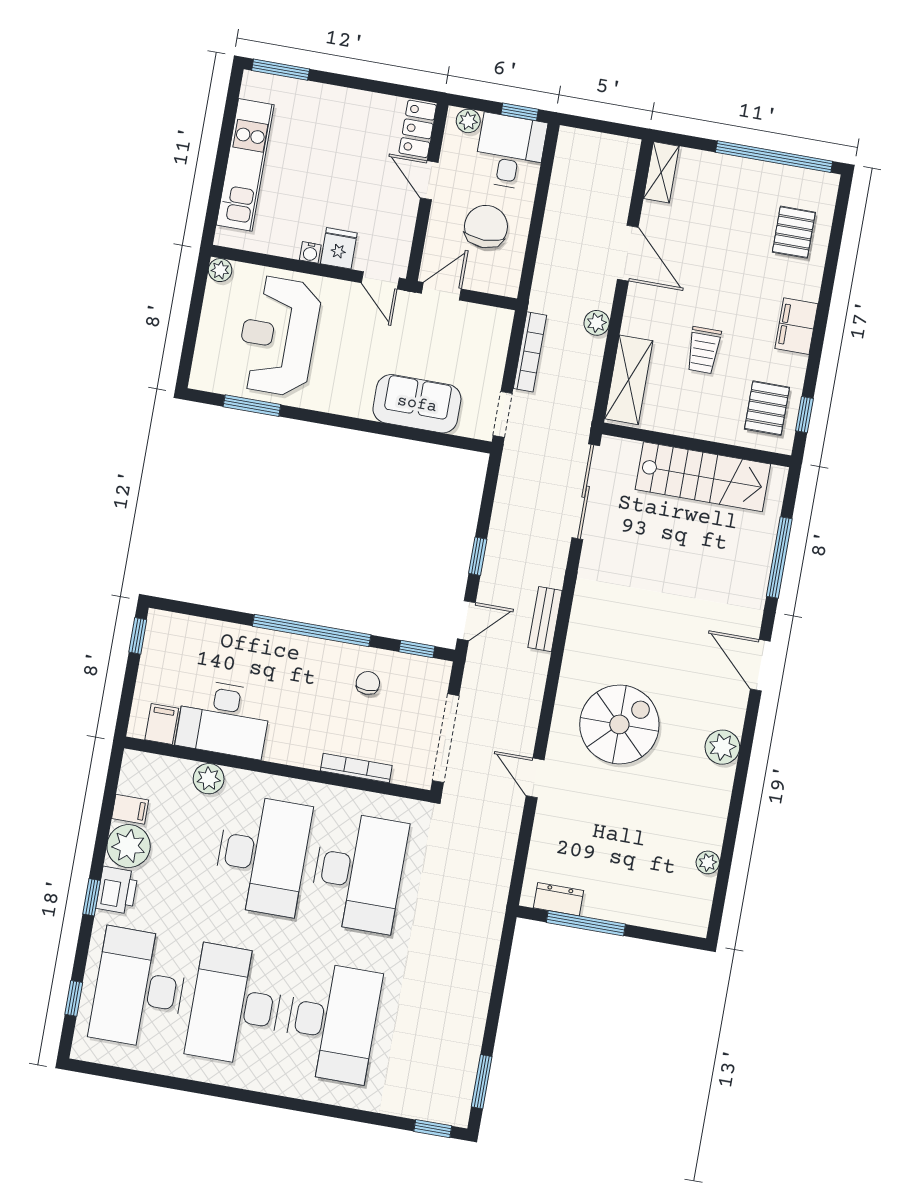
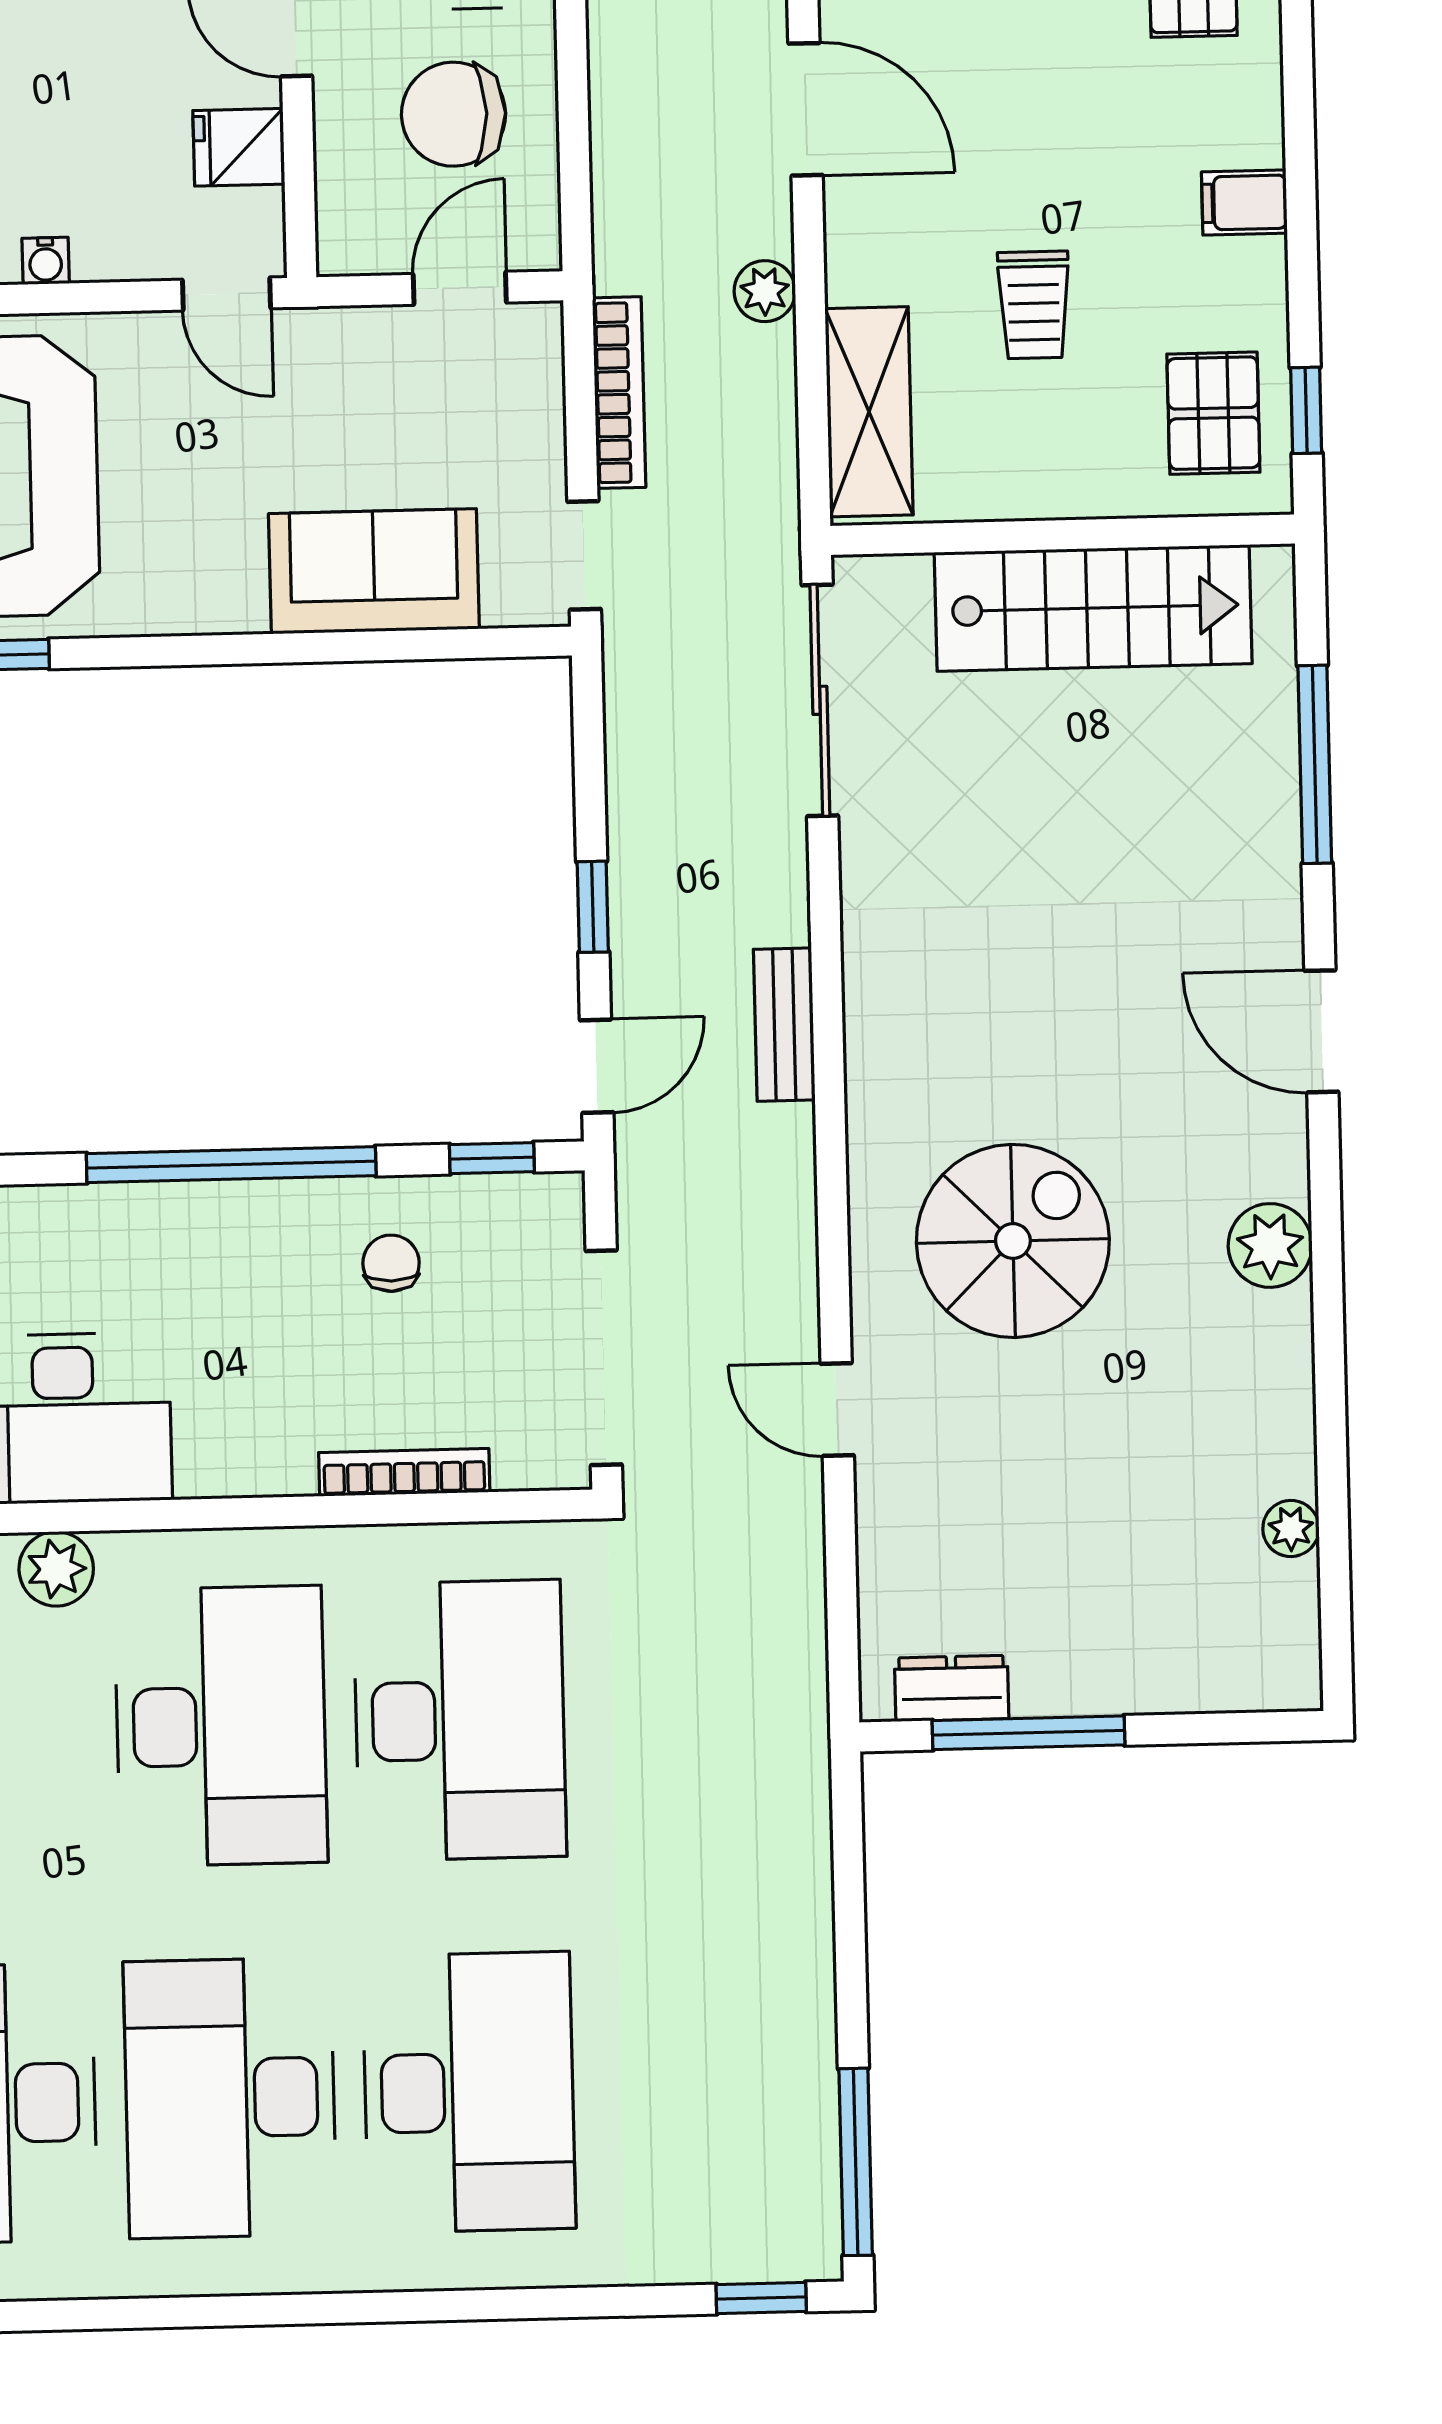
chair: (486, 227) -> (453, 114), turned -90
fridge: (339, 248) -> (239, 147), moved, turned -90
door: (441, 291) -> (460, 288), moved
filing cabinet: (796, 326) -> (1244, 203), width x0.50
window: (482, 1082) -> (856, 2162), width x1.44

